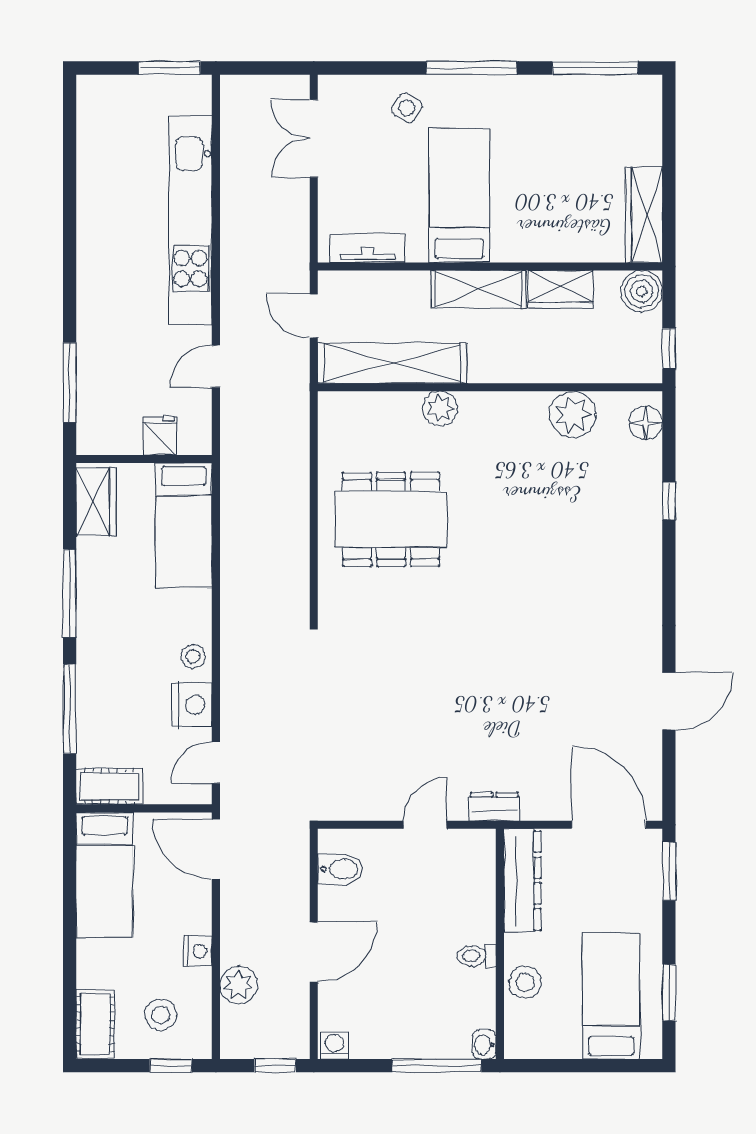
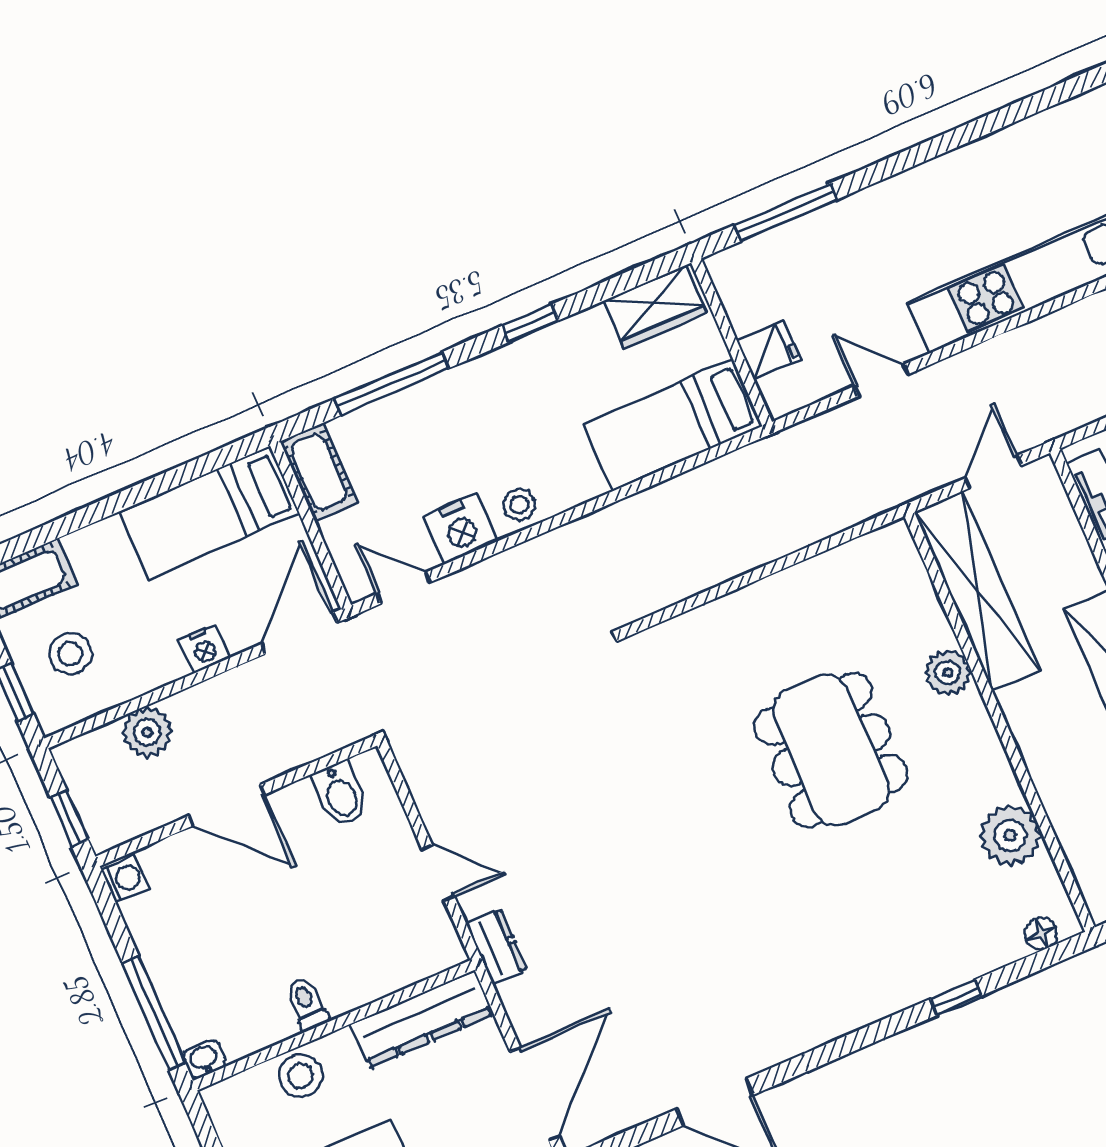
floor lamp: (646, 423) -> (1041, 933), width x0.73, depth x0.73
dining table: (391, 519) -> (831, 750), moved
window: (70, 593) -> (531, 323), width x0.46
nightstand: (198, 951) -> (204, 649), moved

